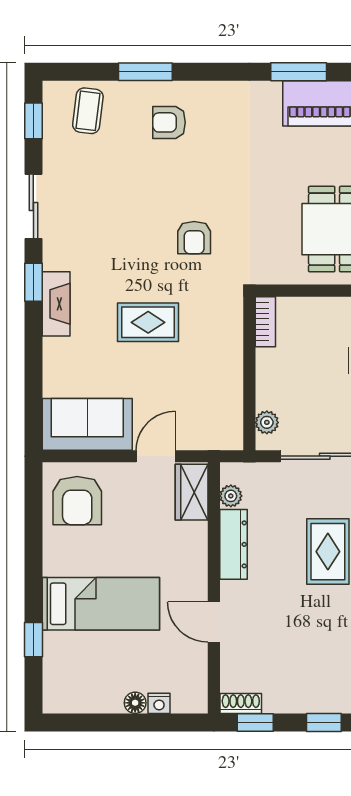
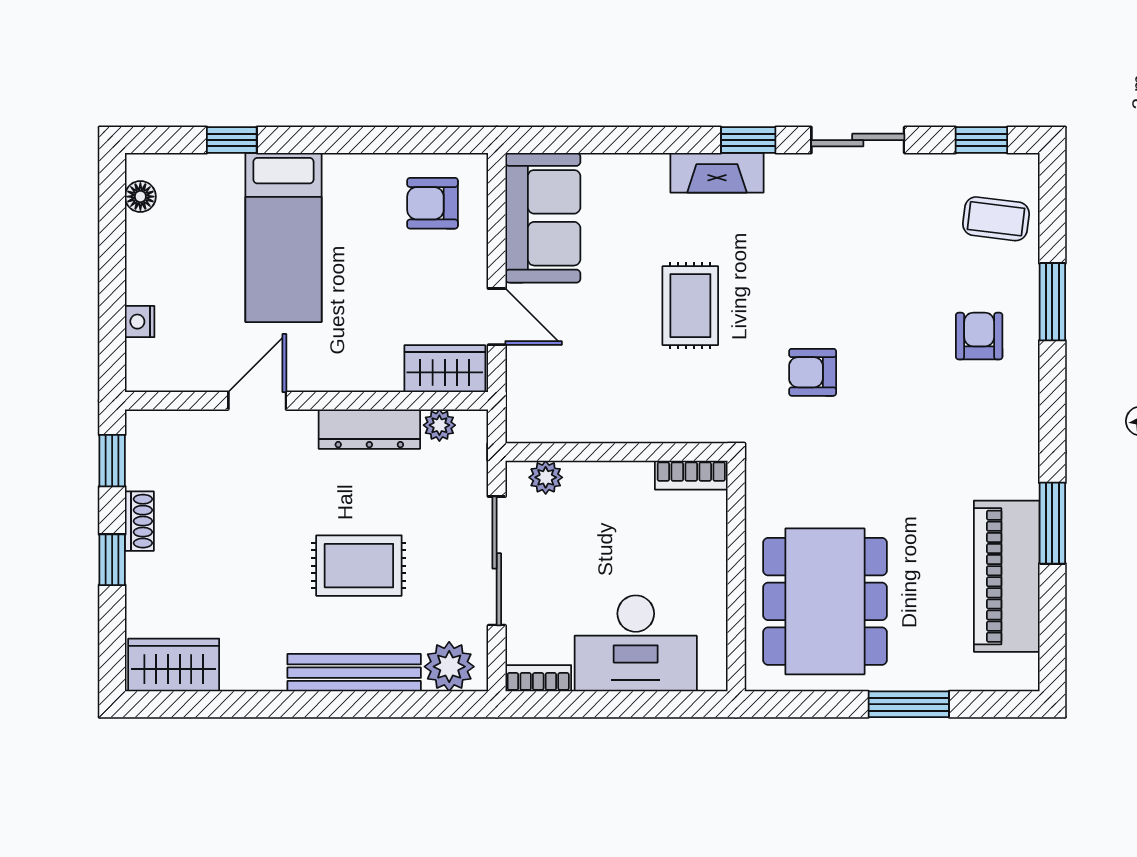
armchair: (77, 501) -> (433, 203), width x0.72, depth x0.72
floor lamp: (135, 703) -> (140, 197), moved
shoe rack: (241, 704) -> (139, 521), moved

